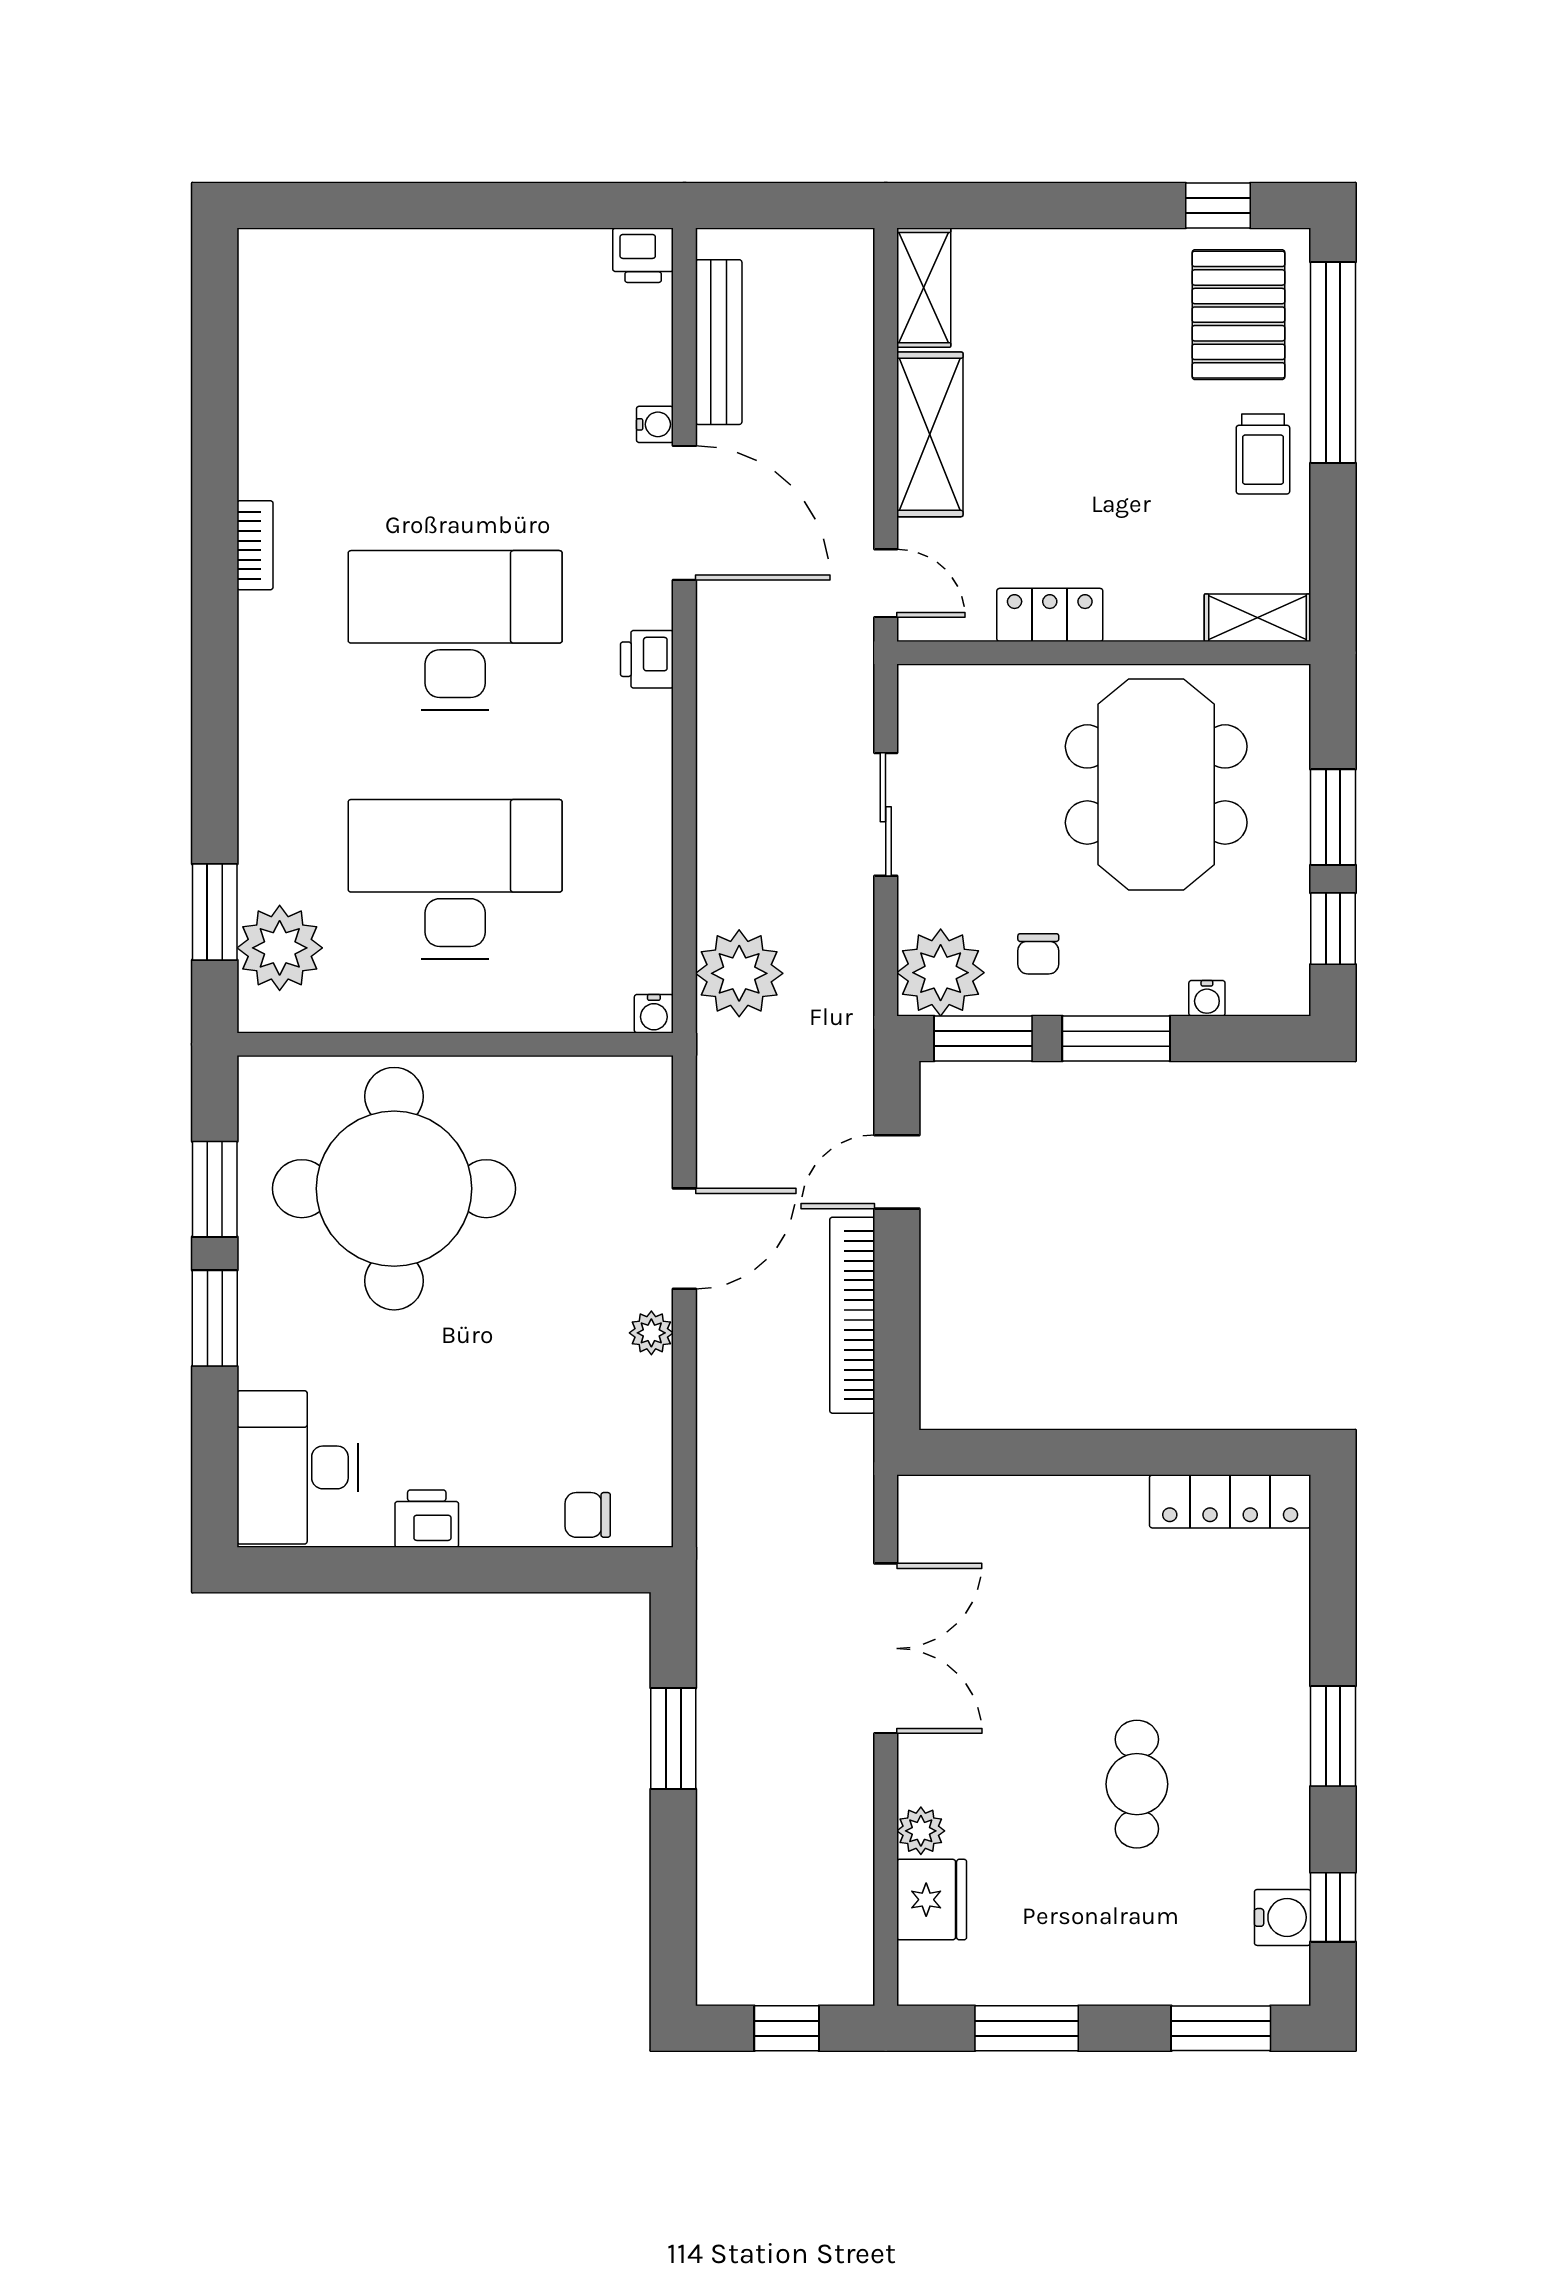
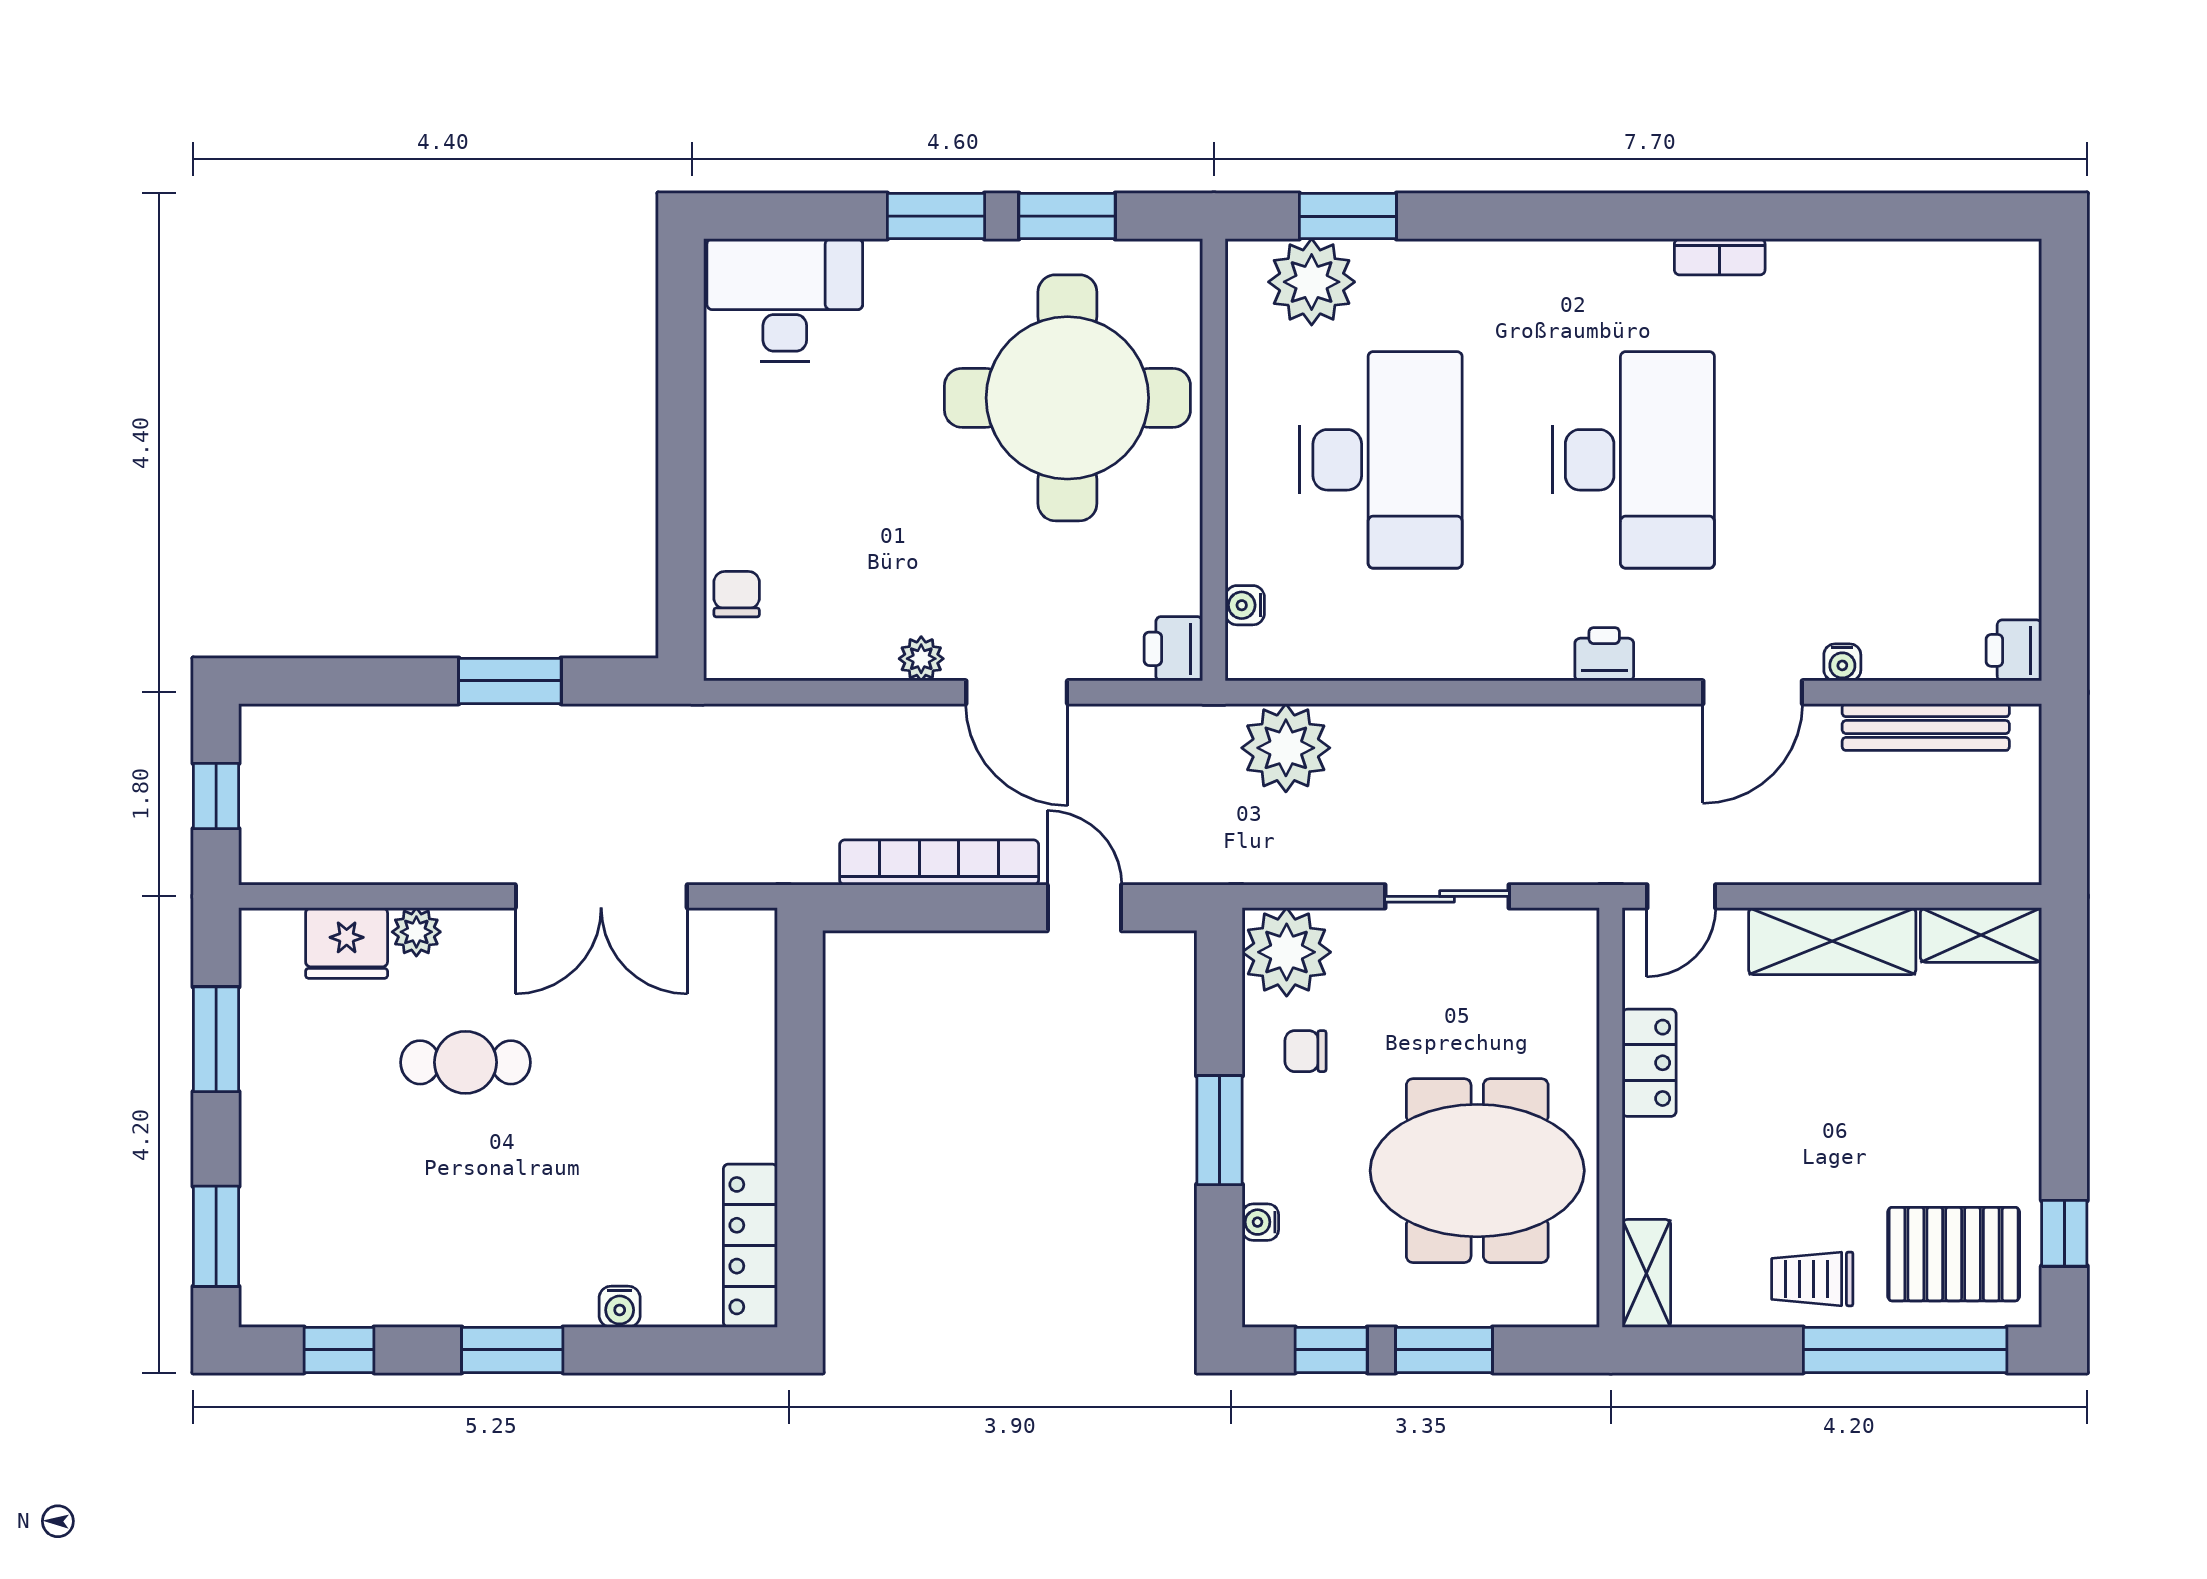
door: (684, 513) -> (1753, 692), width x0.73
water cooler: (654, 1014) -> (1245, 605), moved
window: (983, 1039) -> (1220, 995), removed
printer: (427, 1519) -> (1173, 649), moved, turned 180
cafe table: (1137, 1784) -> (466, 1062), moved
water cooler: (1283, 1917) -> (620, 1307), moved, width x0.72, depth x0.72

